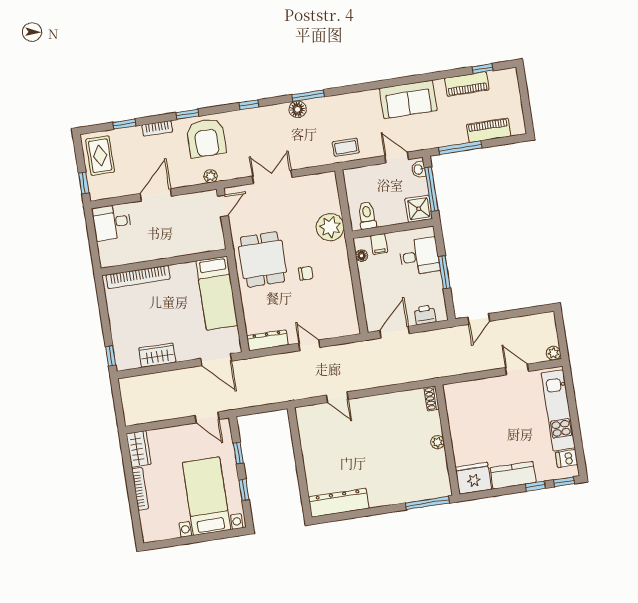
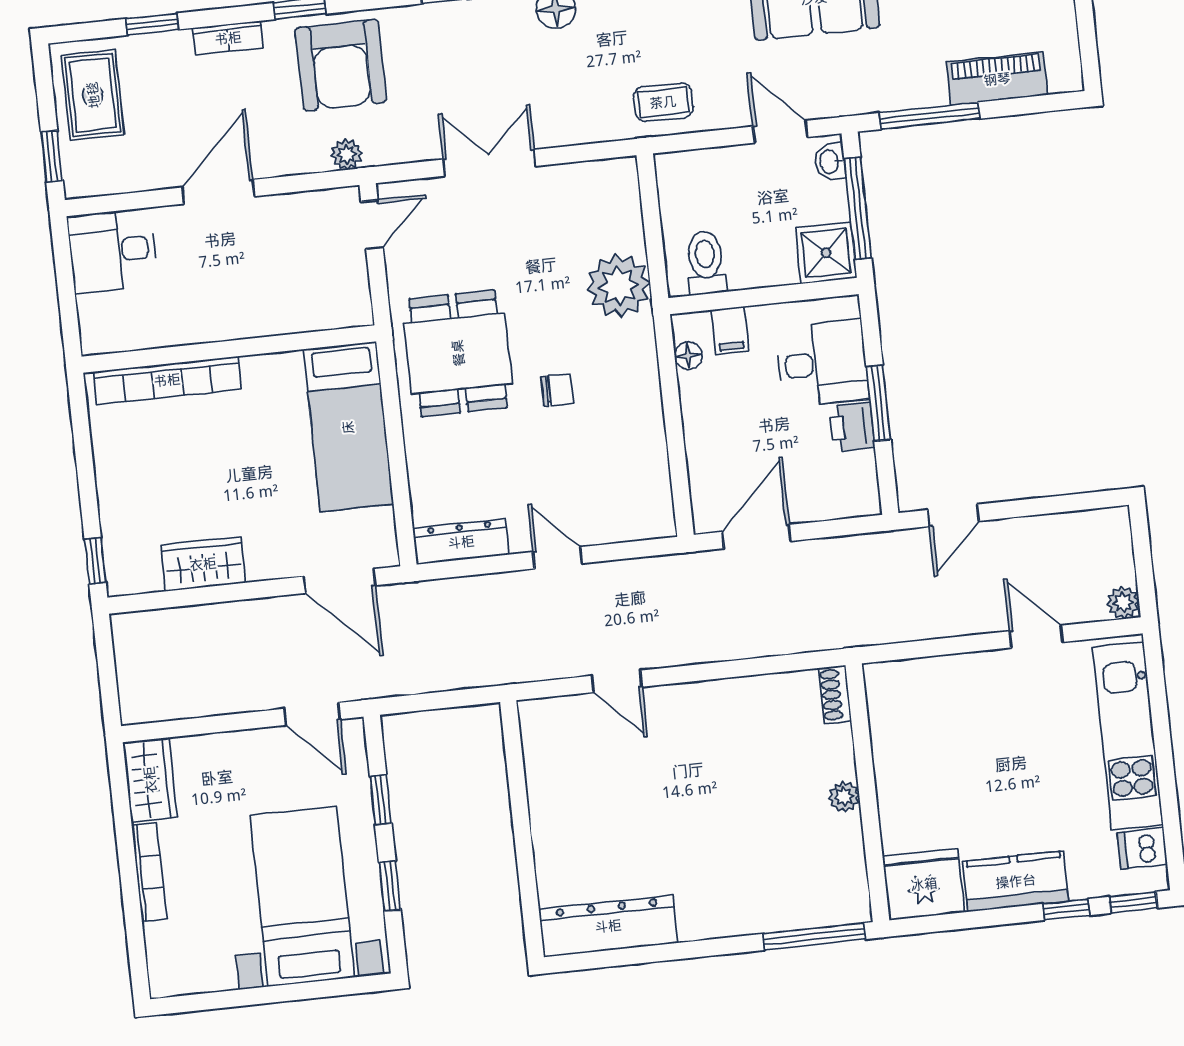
printer: (425, 315) -> (852, 427), moved, turned -90

